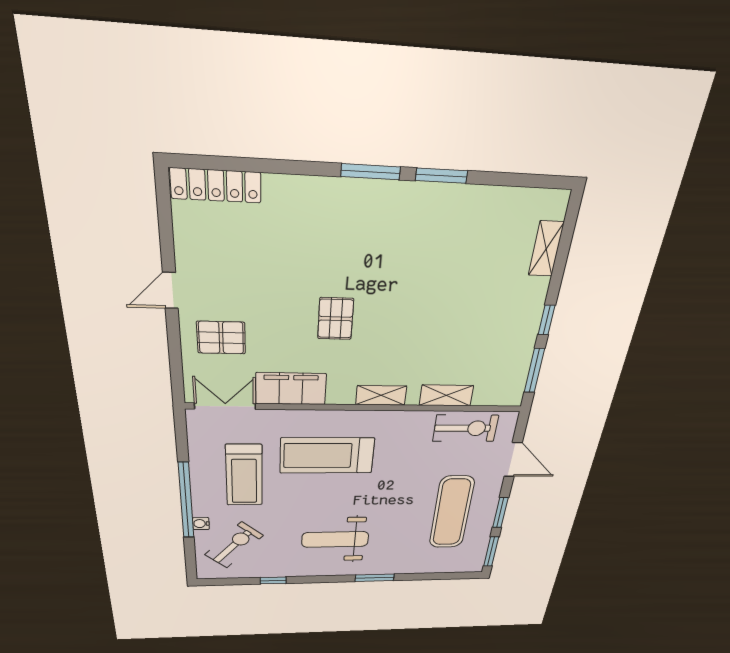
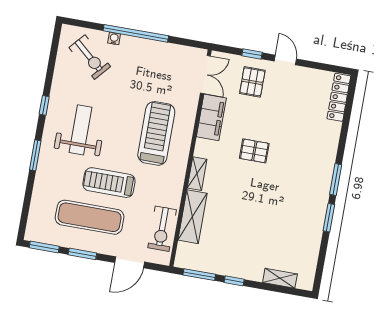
window: (174, 345) -> (252, 54), added
shelving: (446, 395) -> (193, 217), width x1.50, depth x1.33
treadmill: (244, 475) -> (109, 183), moved
window: (273, 580) -> (44, 105), moved

